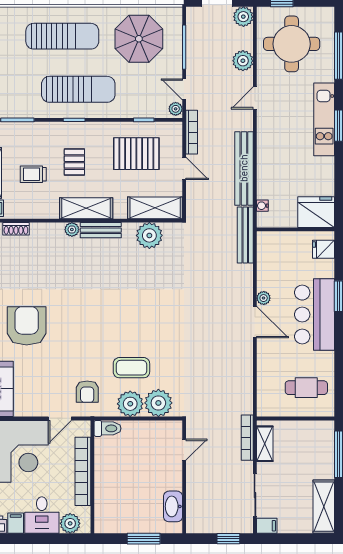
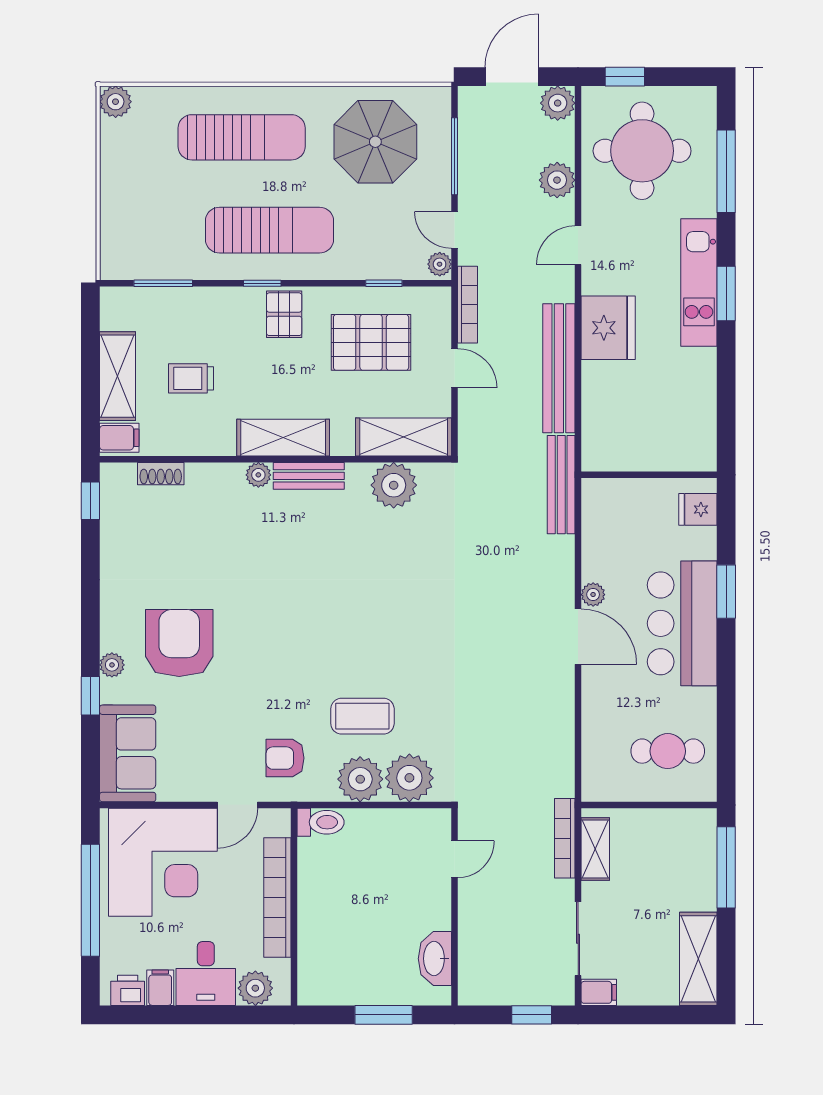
pallet: (74, 162) -> (284, 314), moved
water cooler: (262, 206) -> (591, 433), removed
fridge: (316, 212) -> (608, 328), moved, turned 90
armchair: (87, 392) -> (285, 758), turned 90

